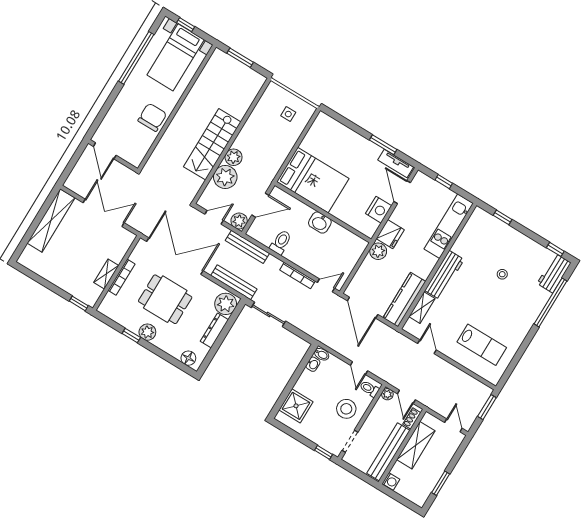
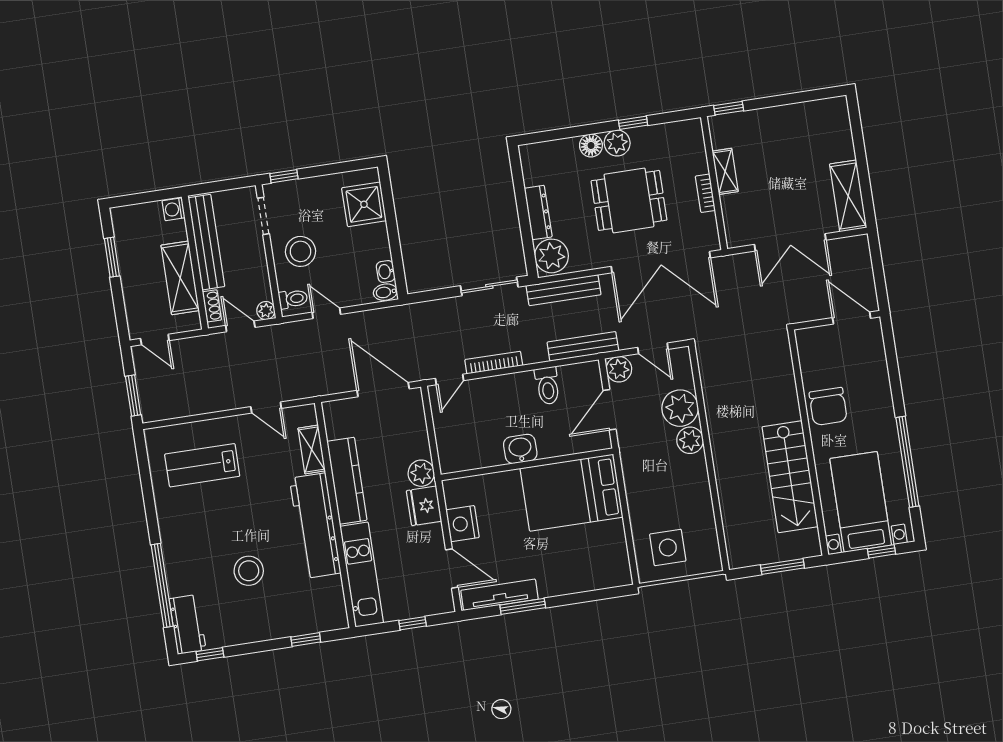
side table: (288, 114) -> (668, 547), width x1.87, depth x1.87
stairs: (212, 144) -> (790, 477), moved, turned 180
tv unit: (396, 163) -> (500, 595), width x1.41
door: (214, 217) -> (653, 348), hinge flipped
shelving: (51, 220) -> (848, 196), width x0.68
stool: (502, 274) -> (249, 571), width x1.89, depth x1.89
workbench: (444, 275) -> (315, 526), width x1.36, depth x1.32
bookcase: (121, 277) -> (705, 193), width x0.64
kitchen counter: (404, 300) -> (347, 481), moved
floor lamp: (188, 358) -> (591, 145), moved

